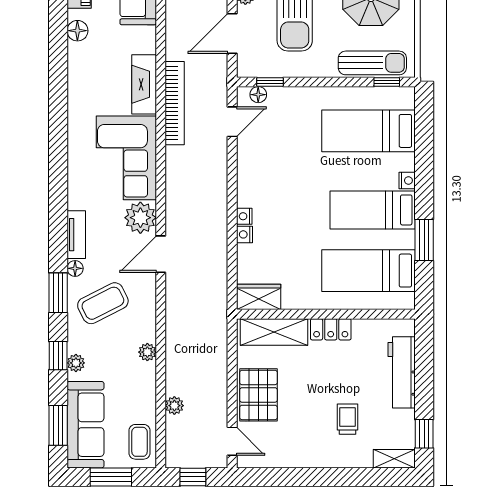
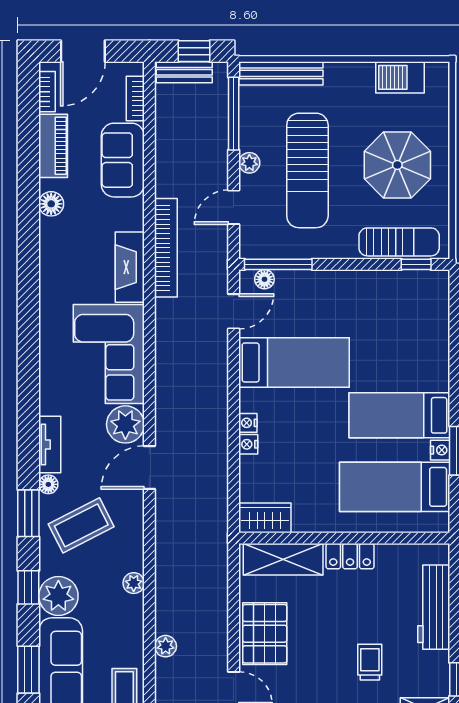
door: (232, 33) -> (234, 207), width x0.73
window: (270, 82) -> (278, 264), width x2.17
bookcase: (175, 103) -> (166, 248), moved
bed: (368, 131) -> (294, 362), moved, turned 180
nightstand: (407, 180) -> (440, 450), moved
plant: (76, 363) -> (58, 596), width x1.88, depth x1.88

